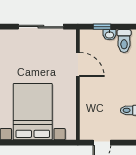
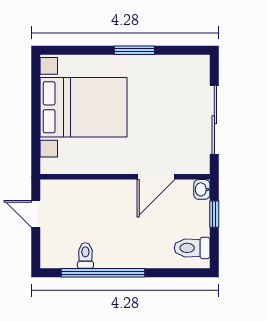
washbasin: (109, 35) -> (202, 189), moved

